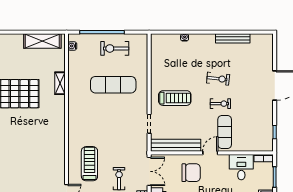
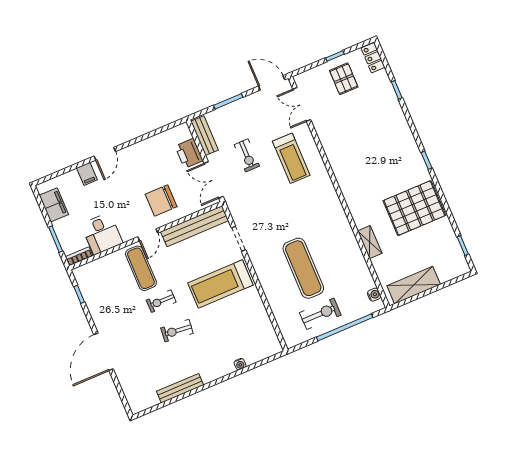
exercise mat: (113, 85) -> (303, 268), turned 90
treadmill: (175, 98) -> (220, 284), width x1.37, depth x1.38

